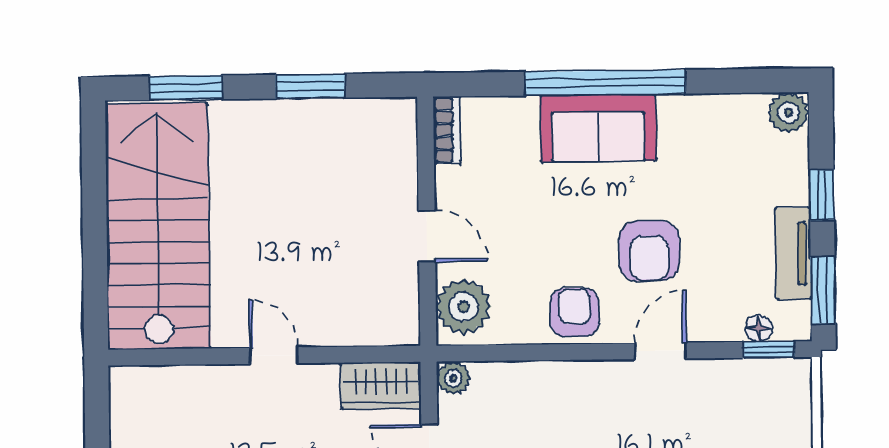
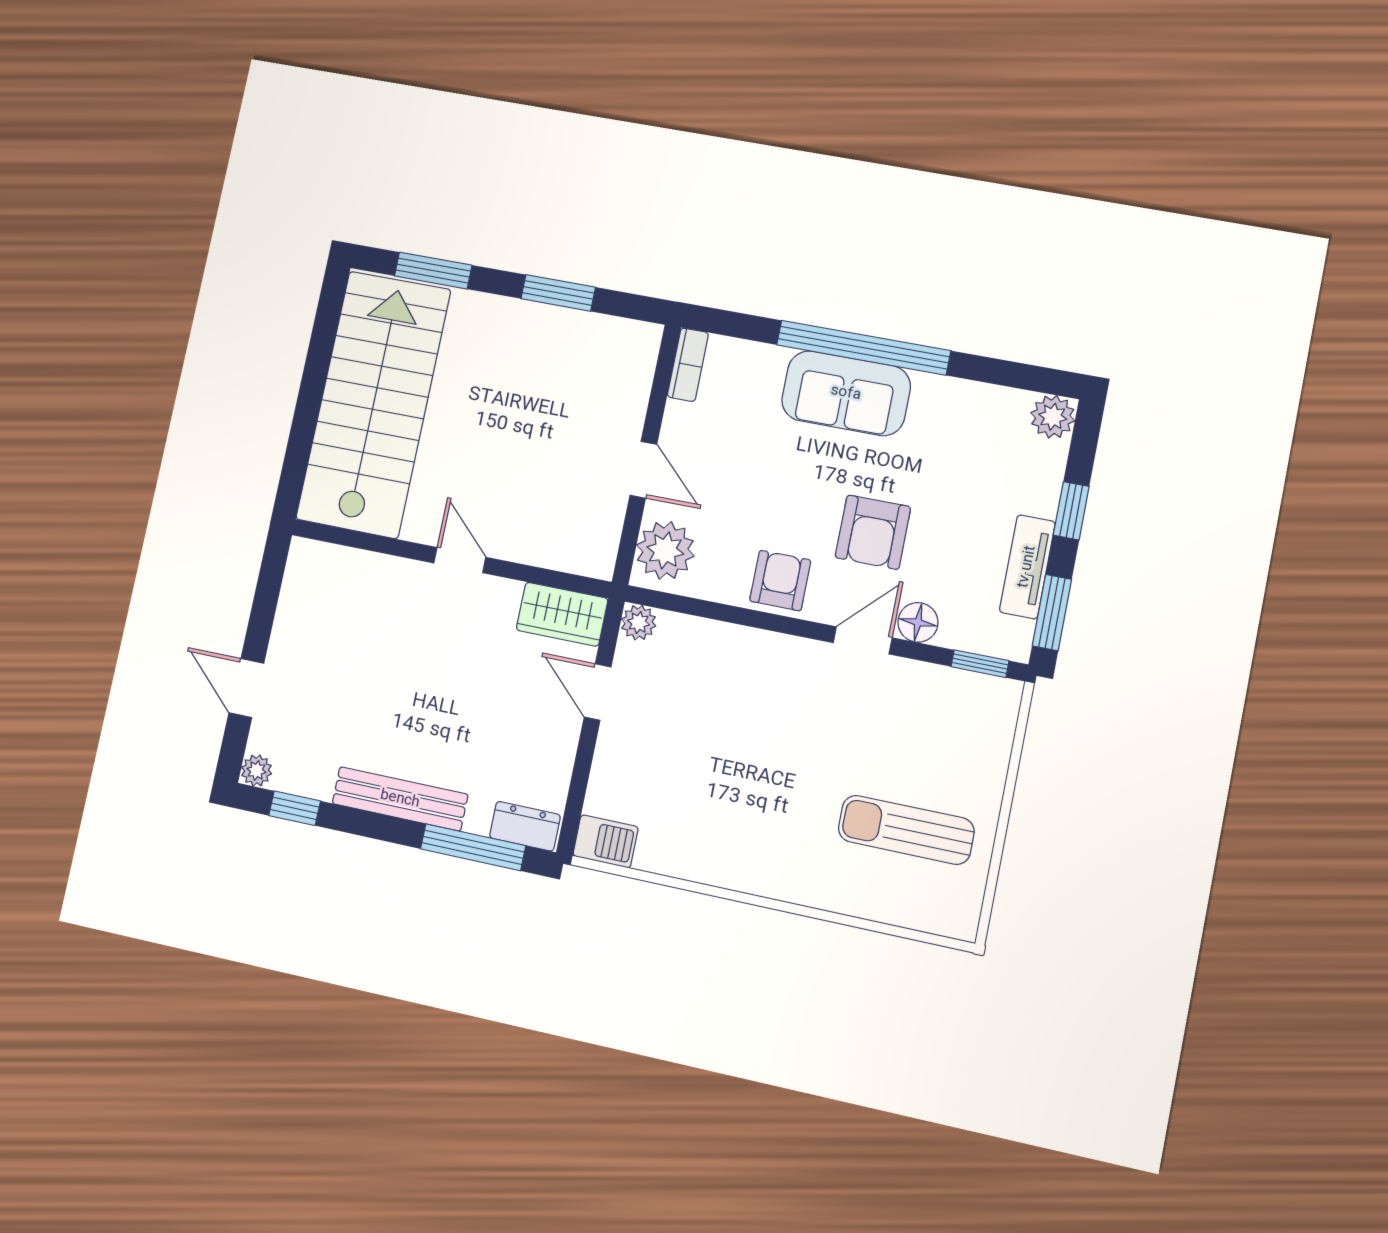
floor lamp: (759, 328) -> (918, 622), moved, width x1.37, depth x1.37

